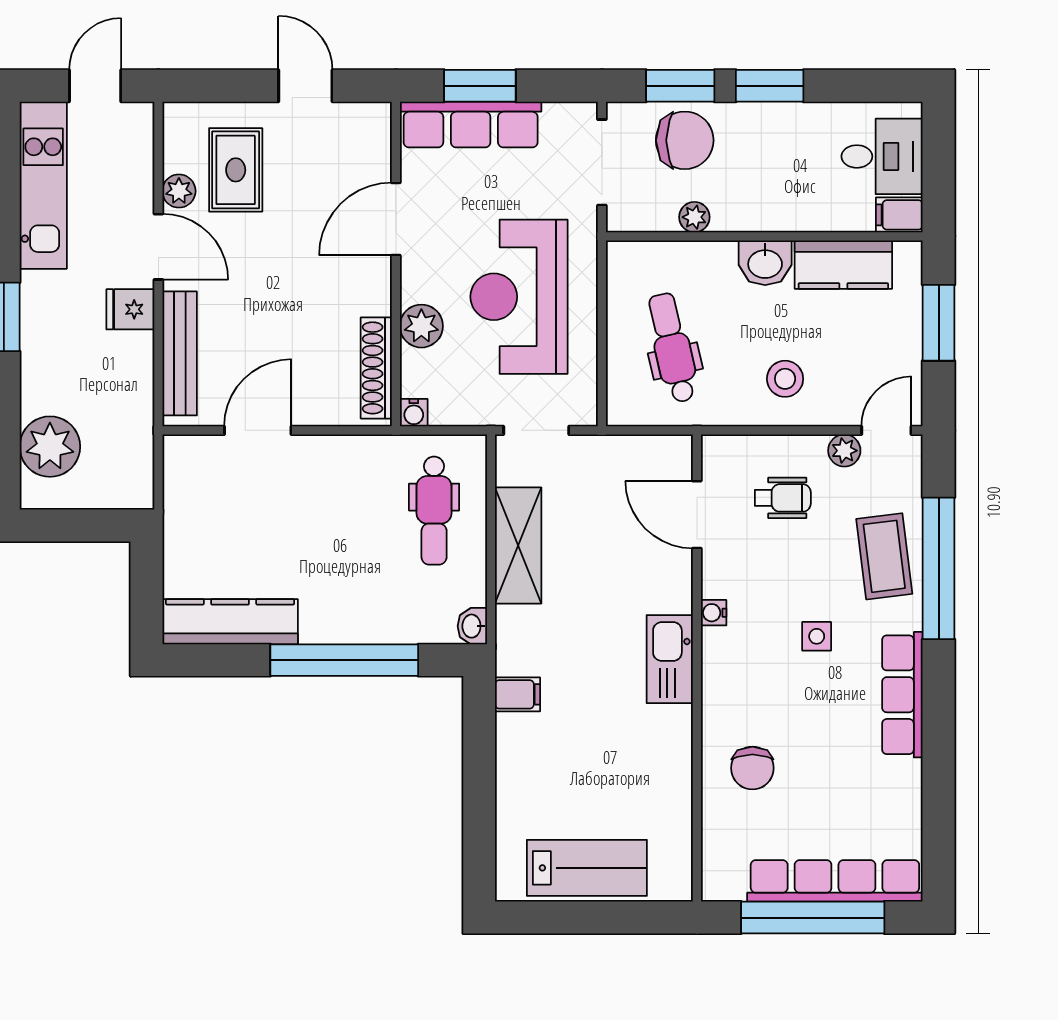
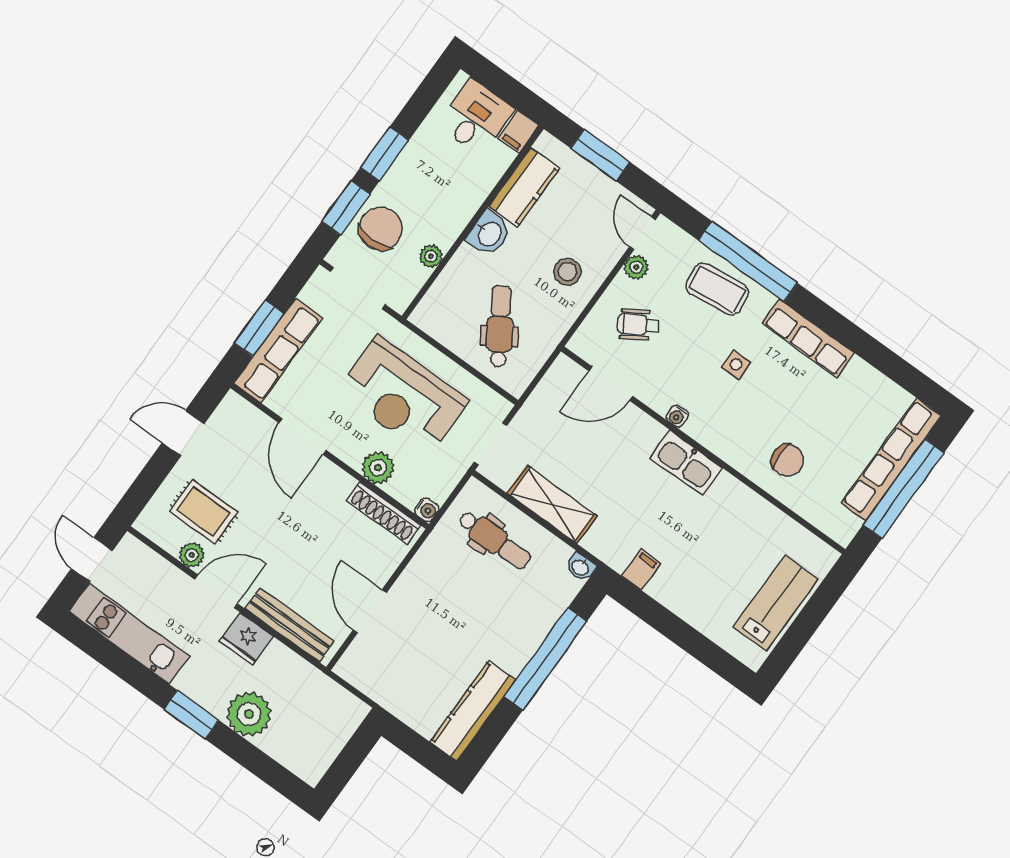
fridge: (130, 309) -> (246, 639), width x1.38
dental chair: (672, 348) -> (500, 326), turned 70
plant: (50, 447) -> (249, 714), moved
wheelchair: (783, 498) -> (638, 325), turned -122

